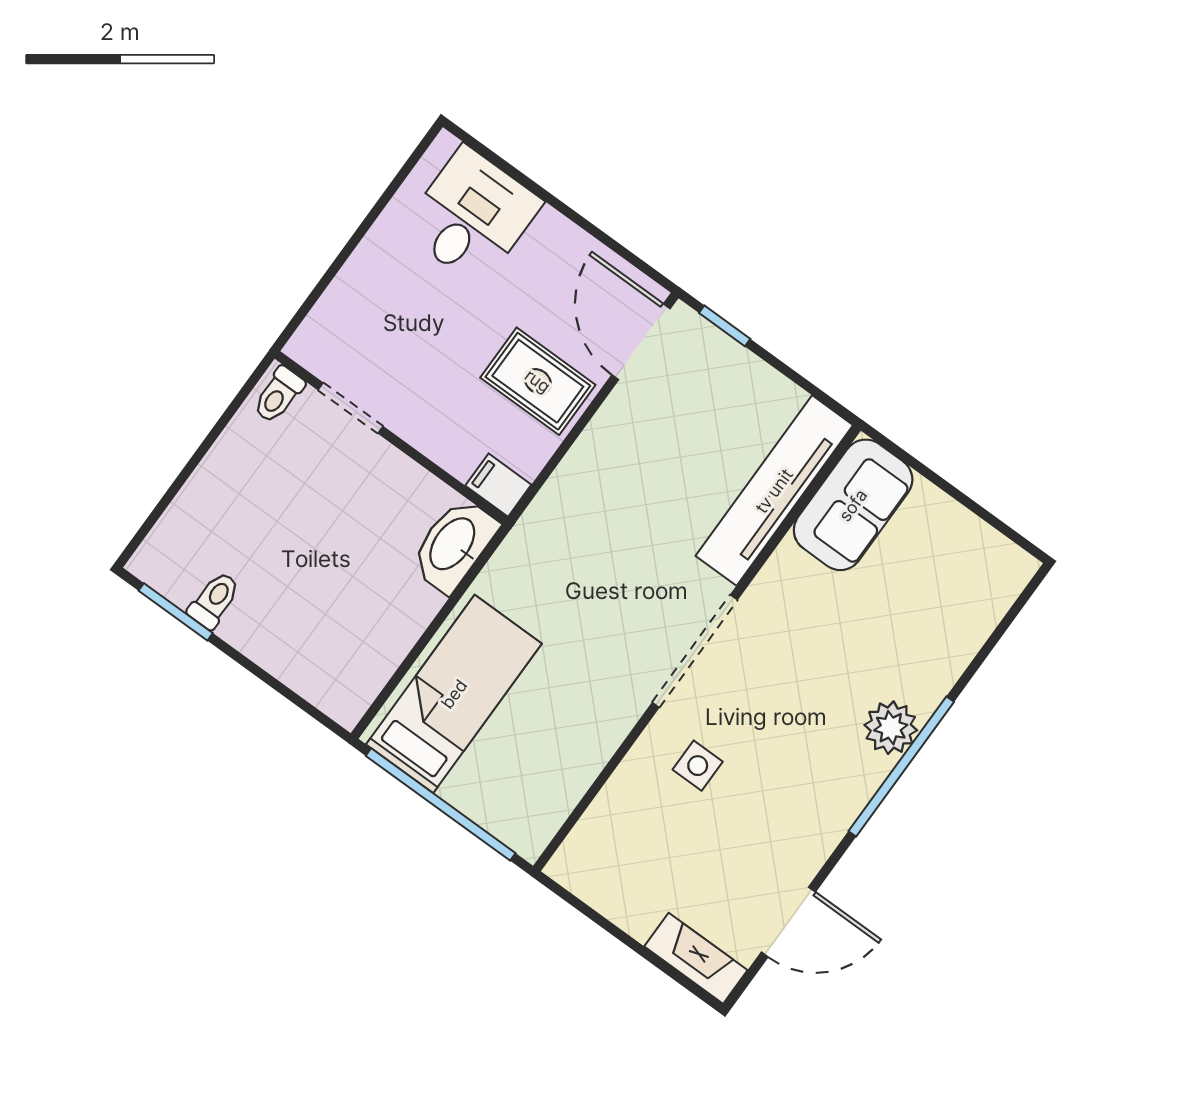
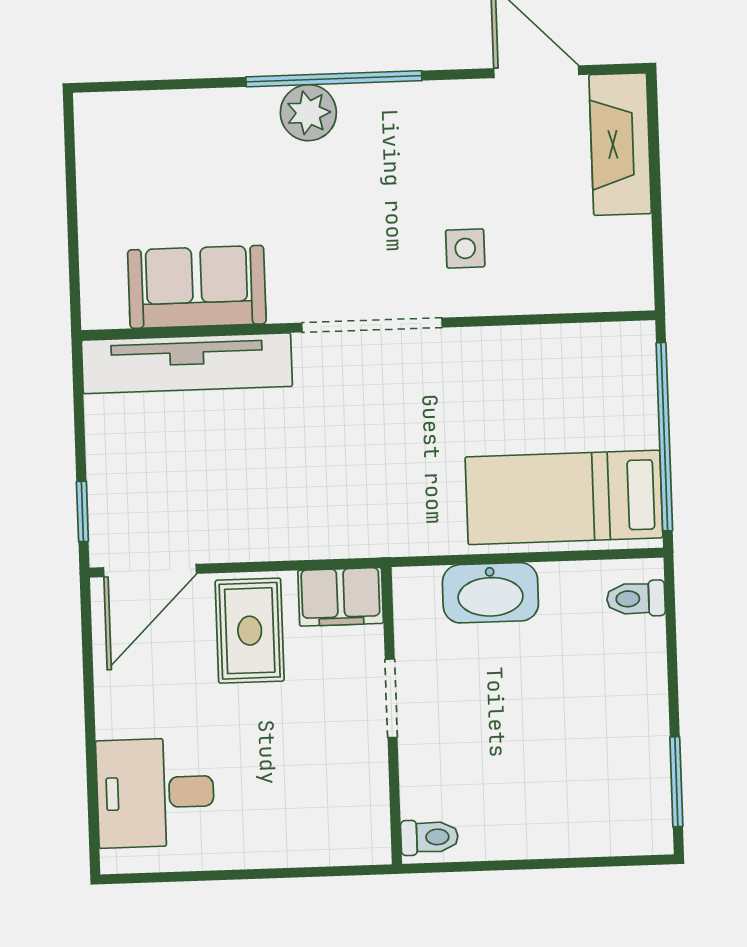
doorway: (350, 408) -> (391, 698), moved
filing cabinet: (498, 485) -> (341, 597), width x2.00
sofa: (853, 505) -> (197, 287), moved
washbasin: (454, 545) -> (490, 593), moved
toilet: (214, 600) -> (636, 599), moved
fireplace: (696, 958) -> (620, 144), width x1.37, depth x1.32

